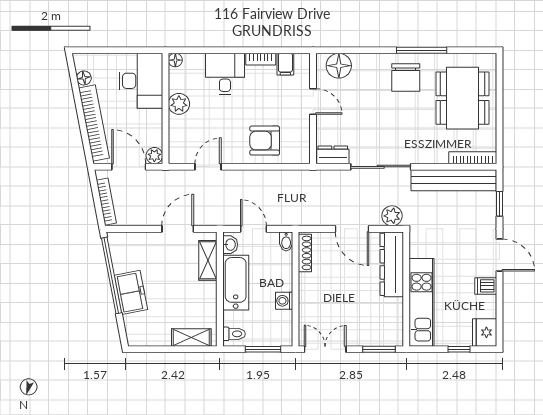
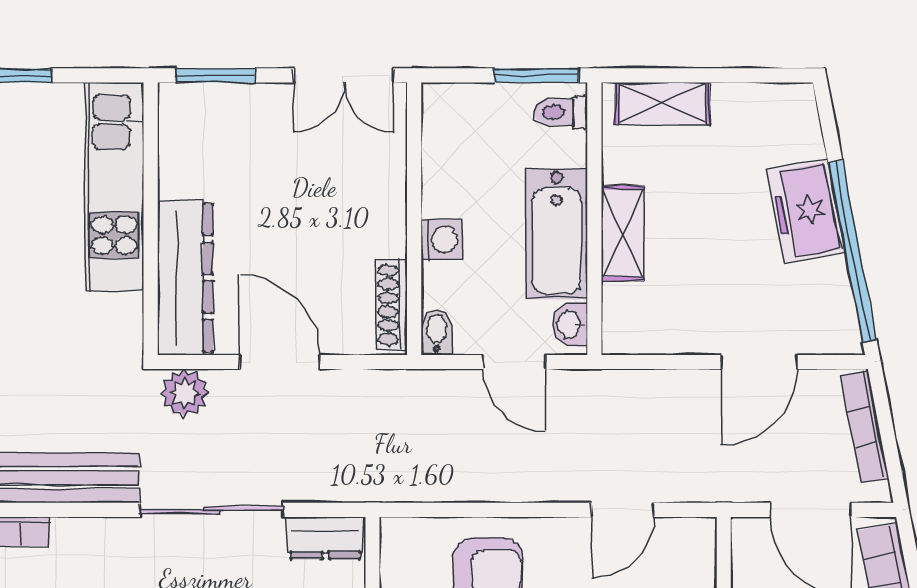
plant: (154, 156) -> (750, 536), removed
door: (178, 229) -> (759, 362), moved
shelving: (208, 260) -> (623, 233), moved
washing machine: (284, 301) -> (441, 240), moved
window: (263, 349) -> (536, 75), moved

